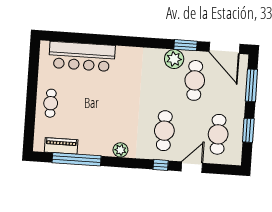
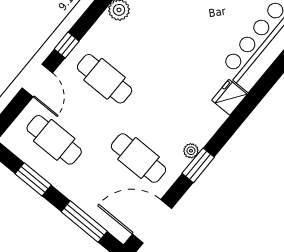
window: (186, 45) -> (198, 165), moved
fridge: (125, 54) -> (229, 97), added
plant: (174, 59) -> (191, 151), width x0.53, depth x0.53

